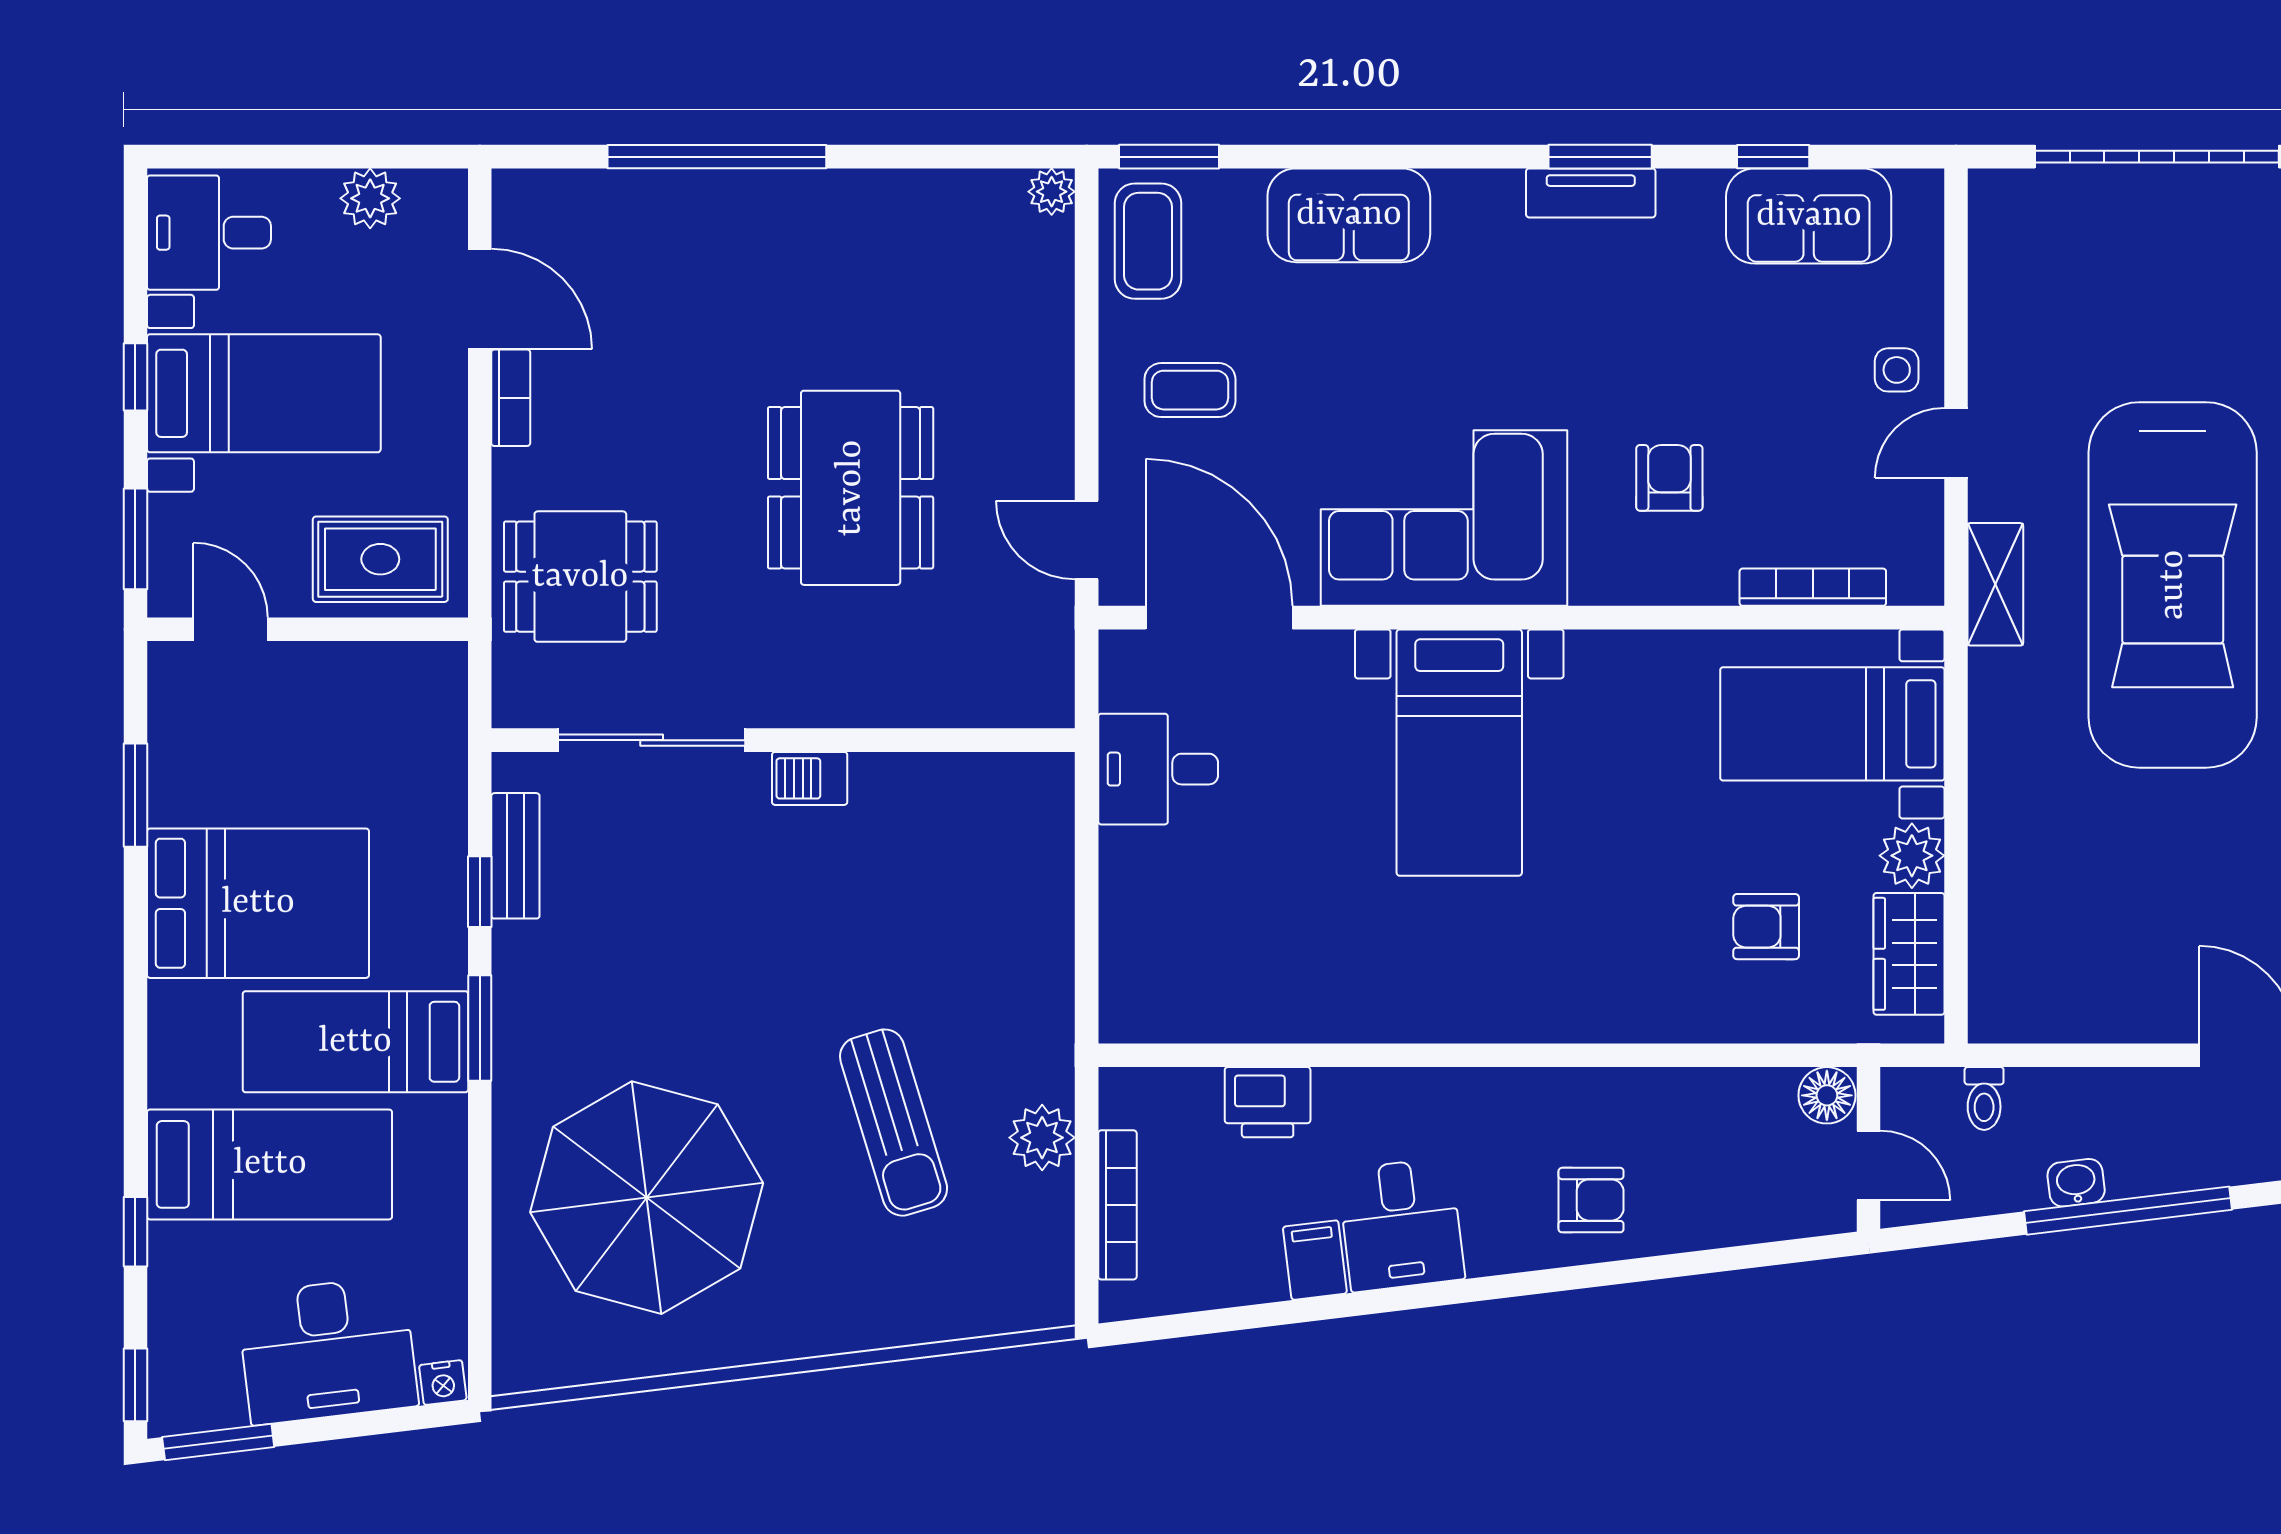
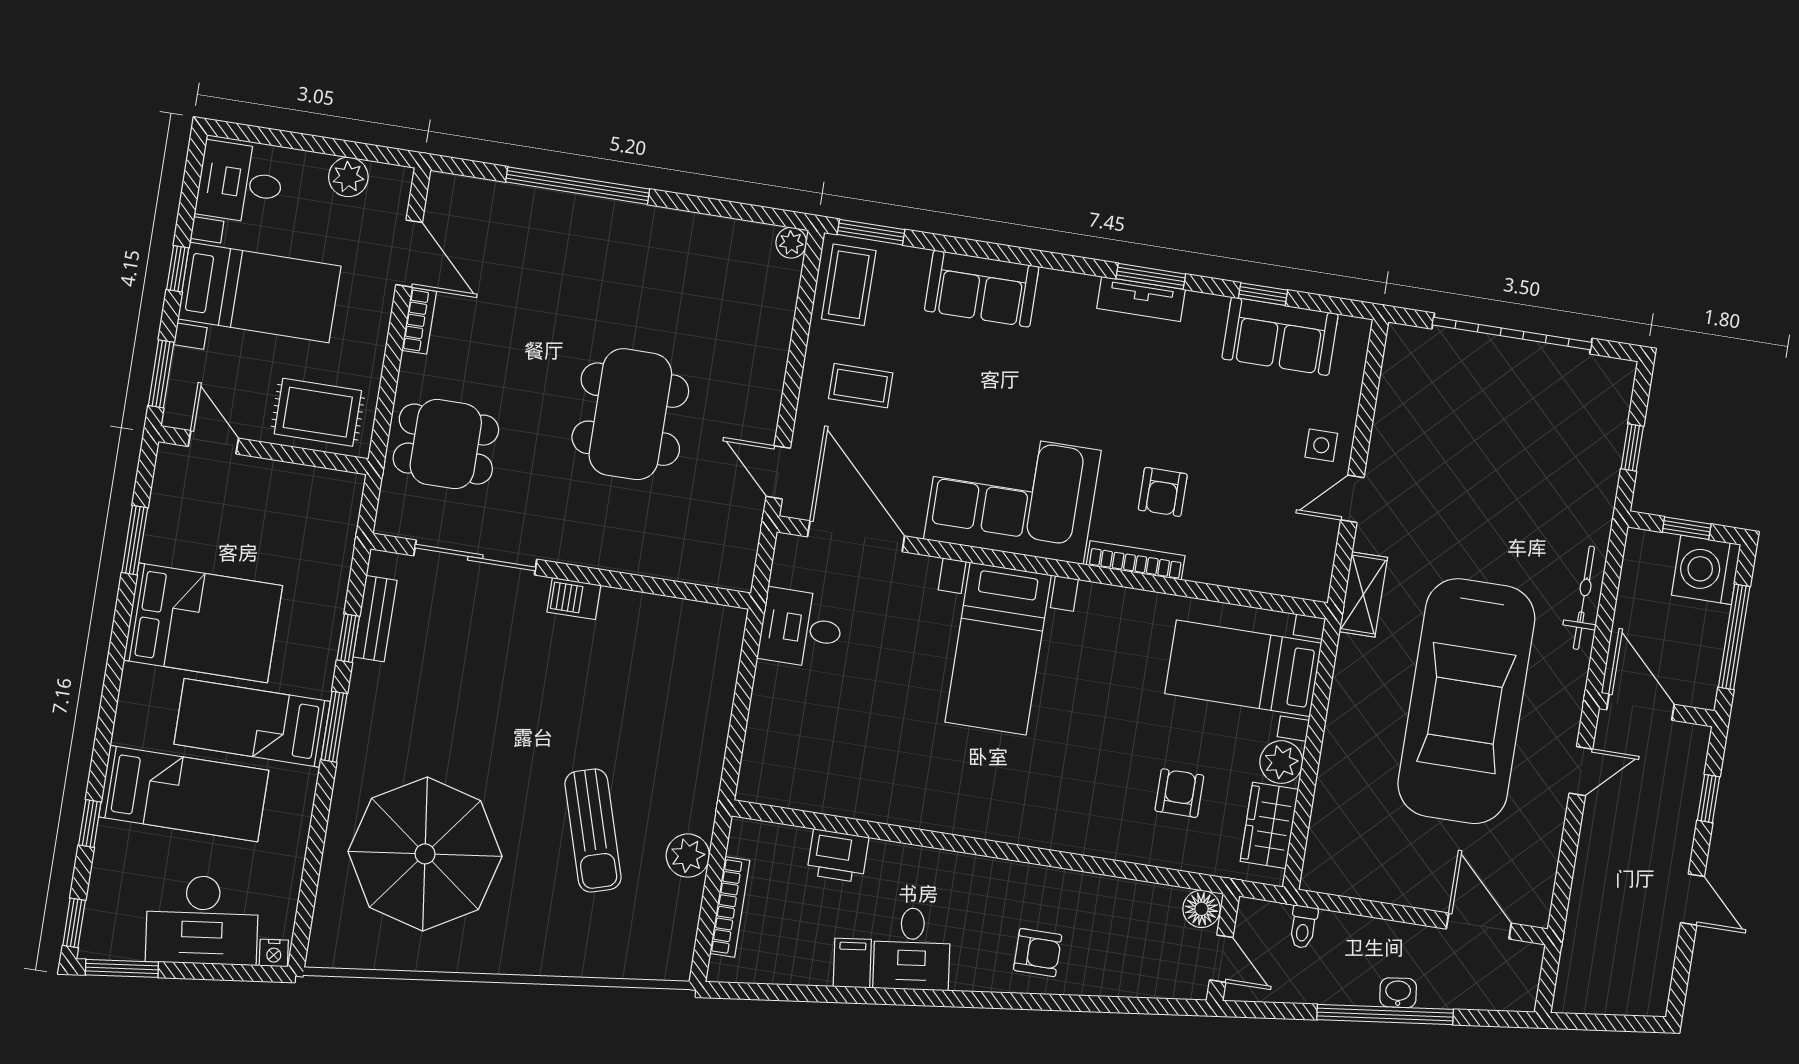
armchair: (1669, 478) -> (1163, 492), turned 180
car: (2173, 585) -> (1466, 701), moved
bookcase: (1813, 587) -> (1136, 560), moved
armchair: (1766, 927) -> (1179, 793), turned 90
washbasin: (2076, 1183) -> (1398, 993), moved

